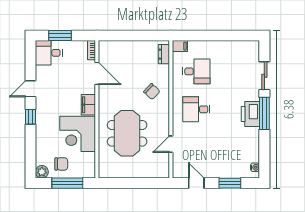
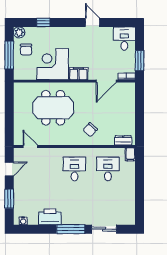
window: (60, 36) -> (140, 61), moved
desk: (196, 71) -> (108, 169), turned 180
printer: (250, 114) -> (50, 217), moved
window: (30, 117) -> (43, 22), moved
door: (171, 144) -> (30, 147), moved

